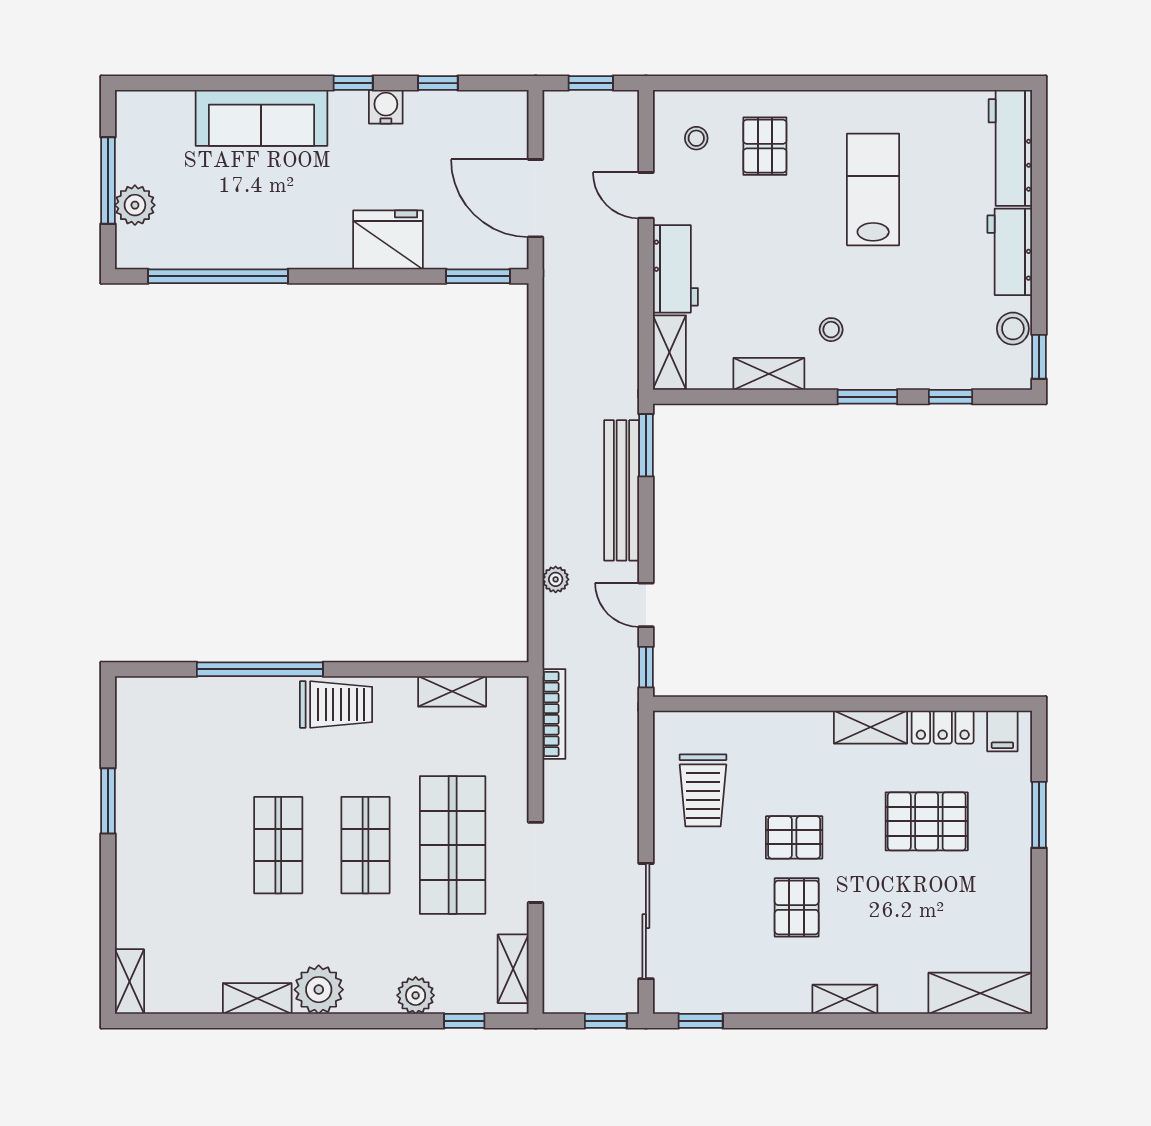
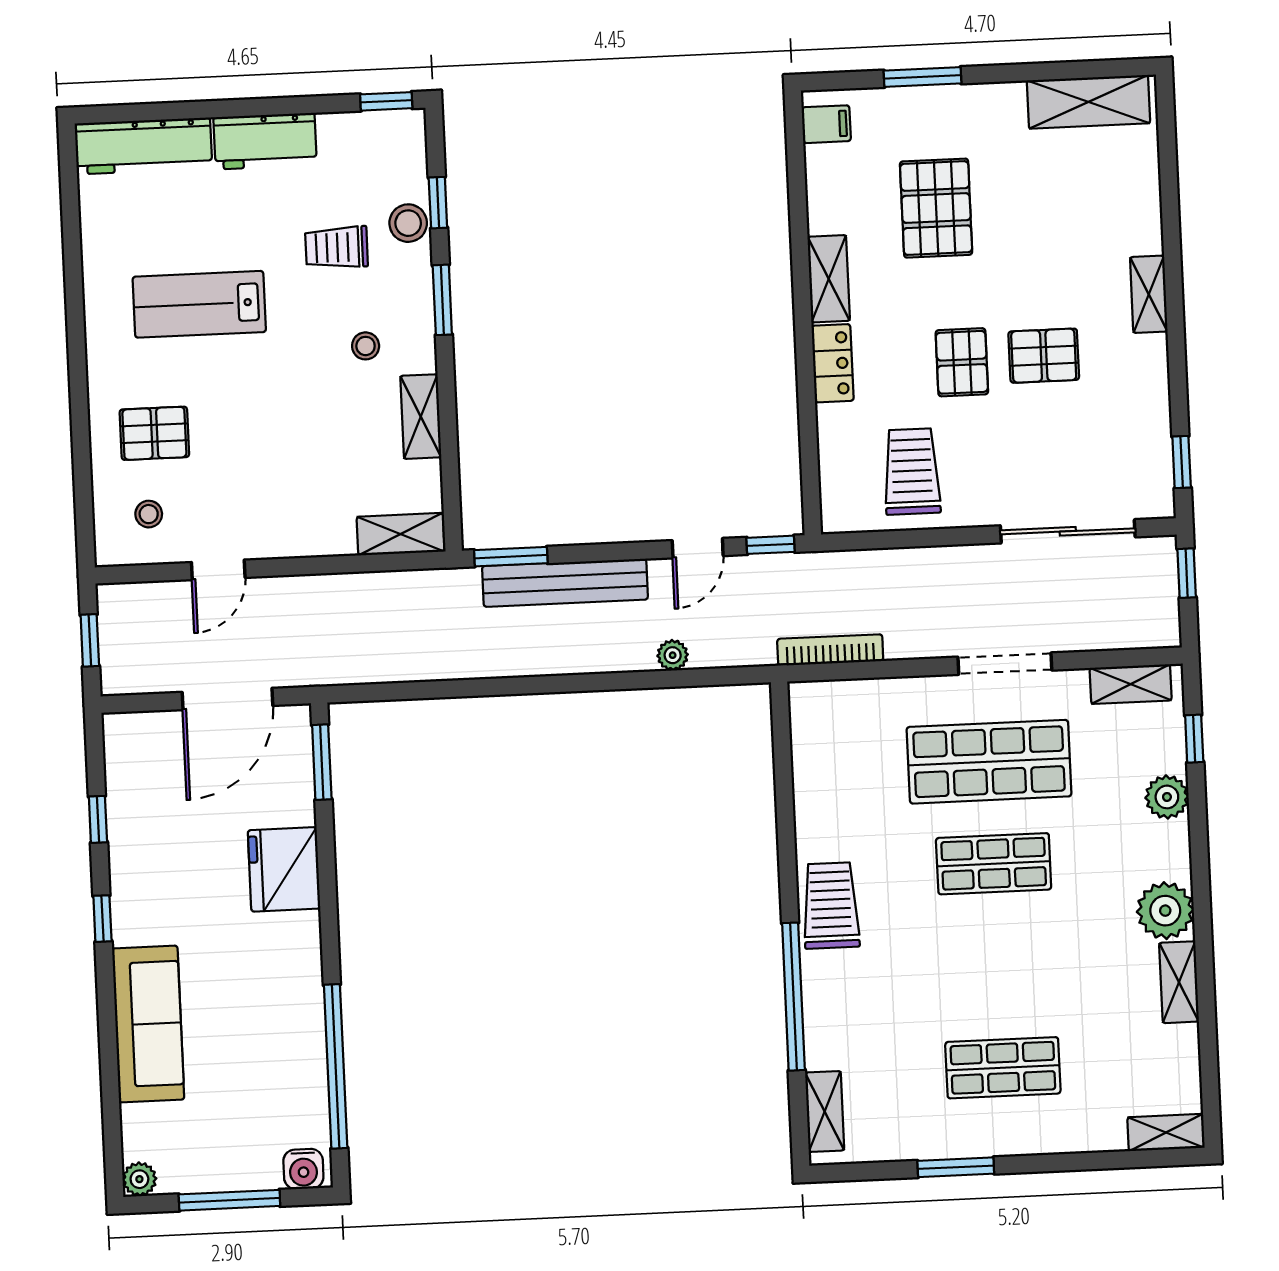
water cooler: (386, 107) -> (303, 1169), moved, turned -90
plant: (135, 205) -> (139, 1179), moved, width x0.73, depth x0.73
workbench: (675, 269) -> (303, 531), removed
trolley: (916, 309) -> (336, 247), added
stool: (1013, 329) -> (408, 223), moved
shelving: (452, 691) -> (825, 1111), moved
locker: (943, 727) -> (833, 363), moved
trolley: (703, 790) -> (912, 471), turned -90
shop shelf: (278, 845) -> (1003, 1068), moved
shelving: (980, 993) -> (1088, 102), moved, turned 90

